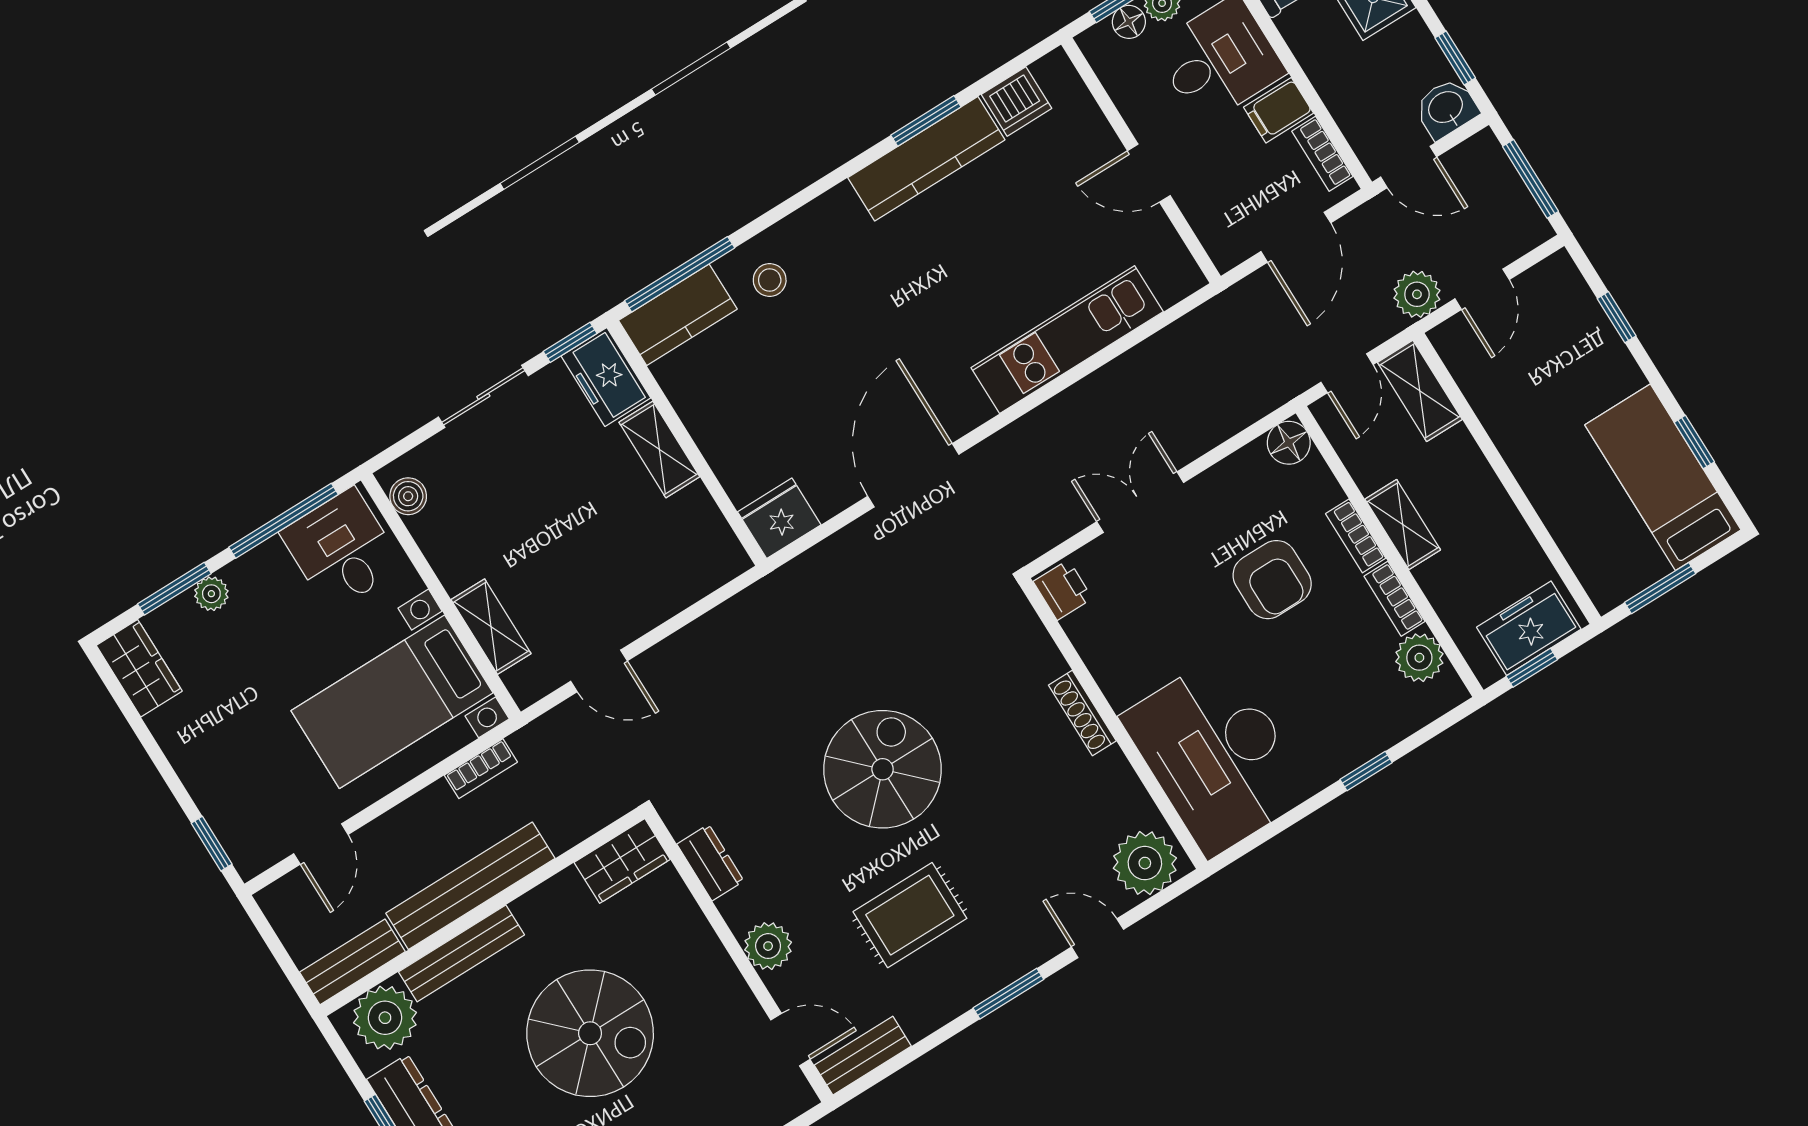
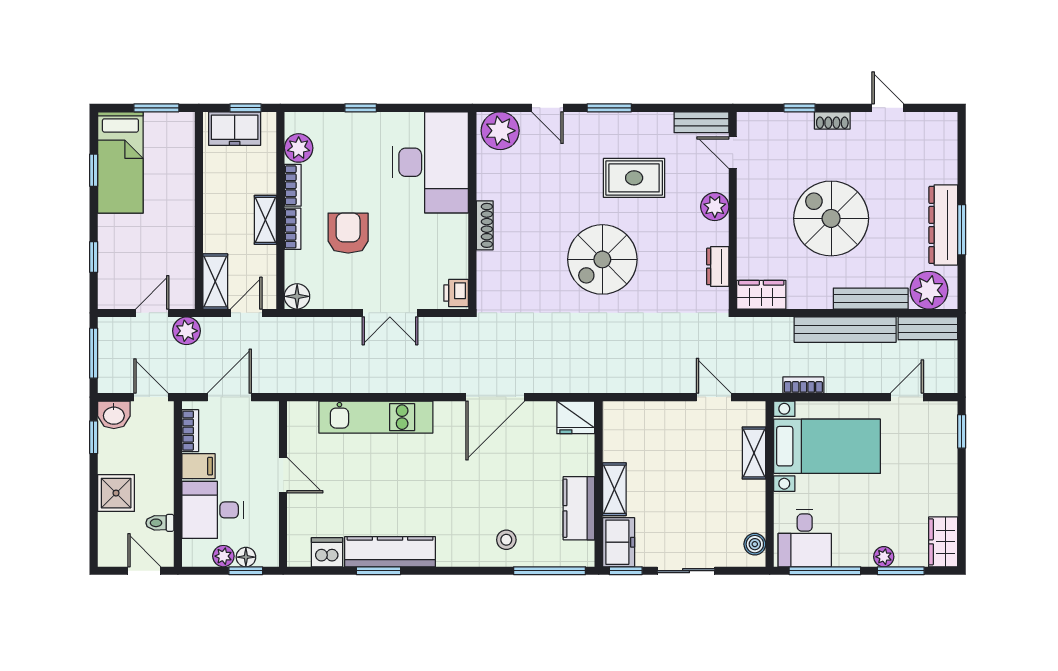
kitchen counter: (678, 315) -> (579, 508), moved, turned -90

